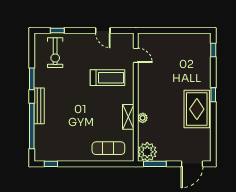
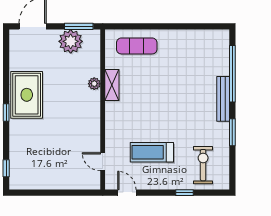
window: (57, 30) -> (185, 193), moved
door: (103, 30) -> (127, 193), moved
treadmill: (107, 78) -> (152, 152), moved
plant: (147, 152) -> (71, 41), moved
window: (51, 164) -> (209, 26), removed

